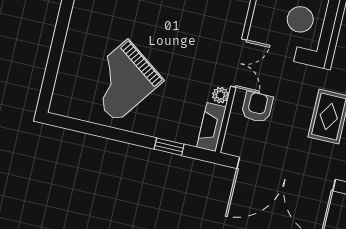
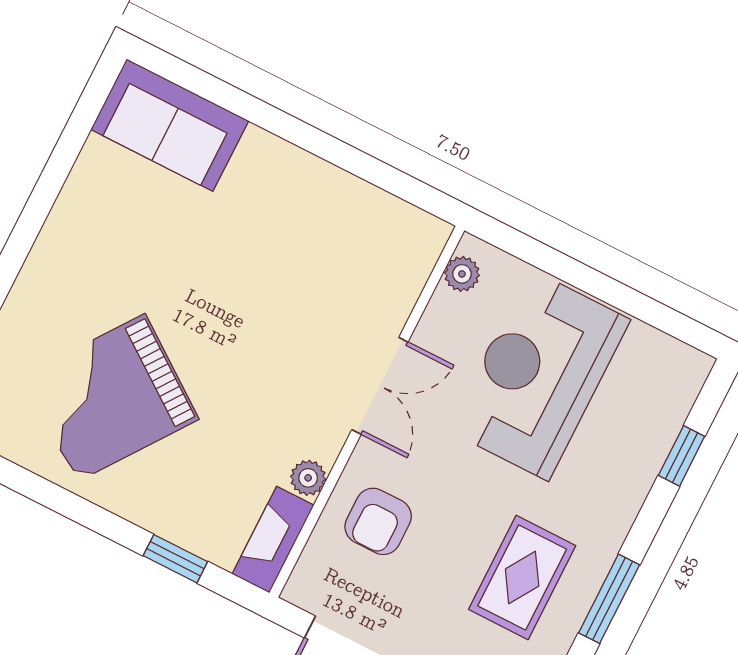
double door: (239, 63) -> (380, 386), moved
armchair: (257, 107) -> (378, 521), turned 180

